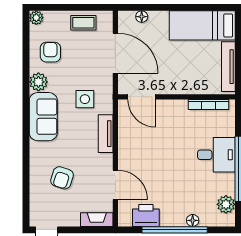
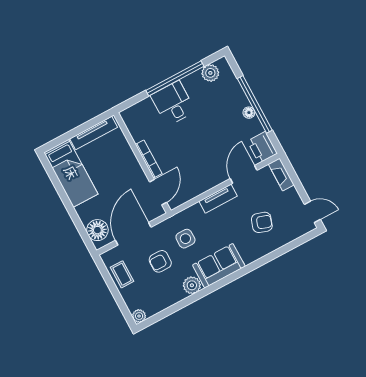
floor lamp: (142, 17) -> (97, 230), width x1.89, depth x1.89
armchair: (50, 52) -> (160, 261), moved
bookcase: (209, 105) -> (149, 159), moved
tv unit: (106, 134) -> (218, 199), moved
printer: (146, 215) -> (262, 147), moved
floor lamp: (193, 220) -> (249, 113), moved

